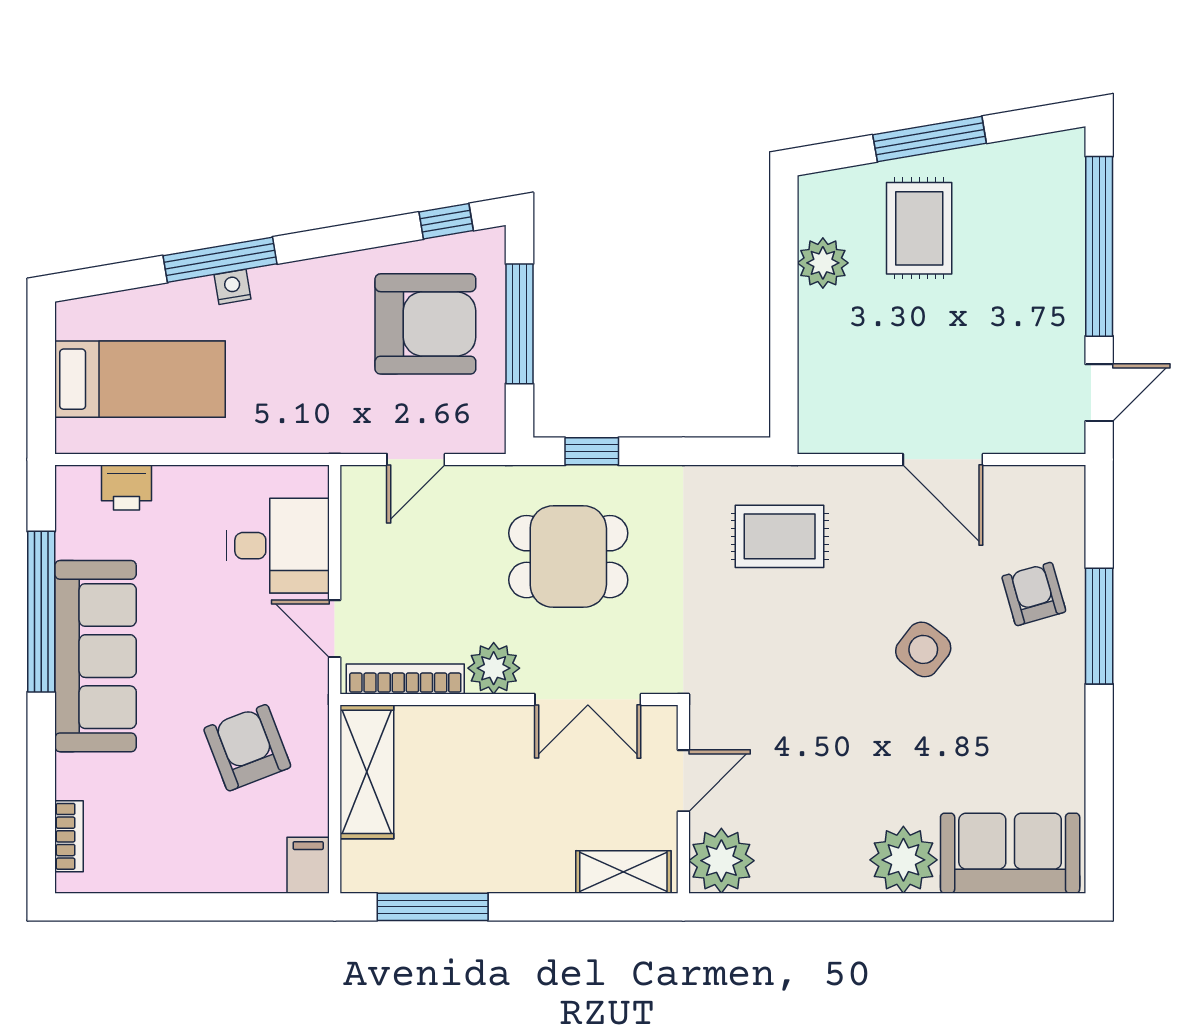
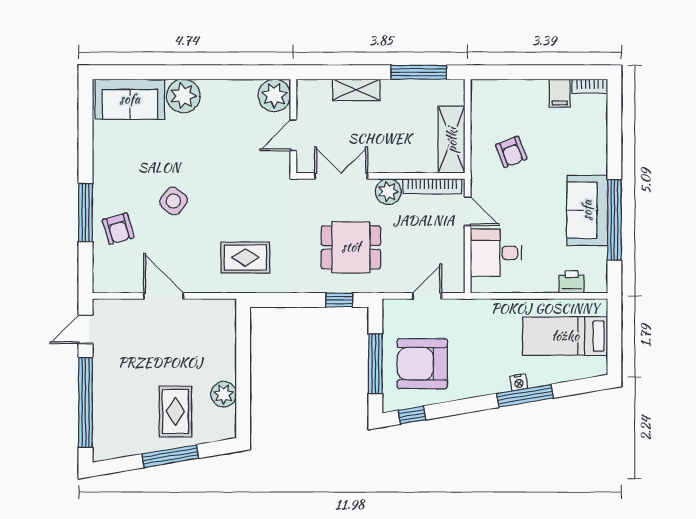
sofa: (95, 656) -> (587, 210), width x0.73
armchair: (247, 748) -> (511, 152), width x0.72, depth x0.72
bookcase: (69, 836) -> (590, 86), moved, turned -90
filing cabinet: (308, 865) -> (560, 93), moved
shelving: (623, 872) -> (356, 90), moved

